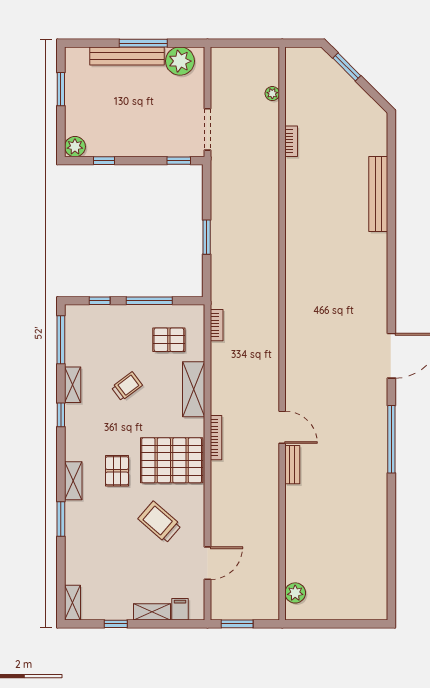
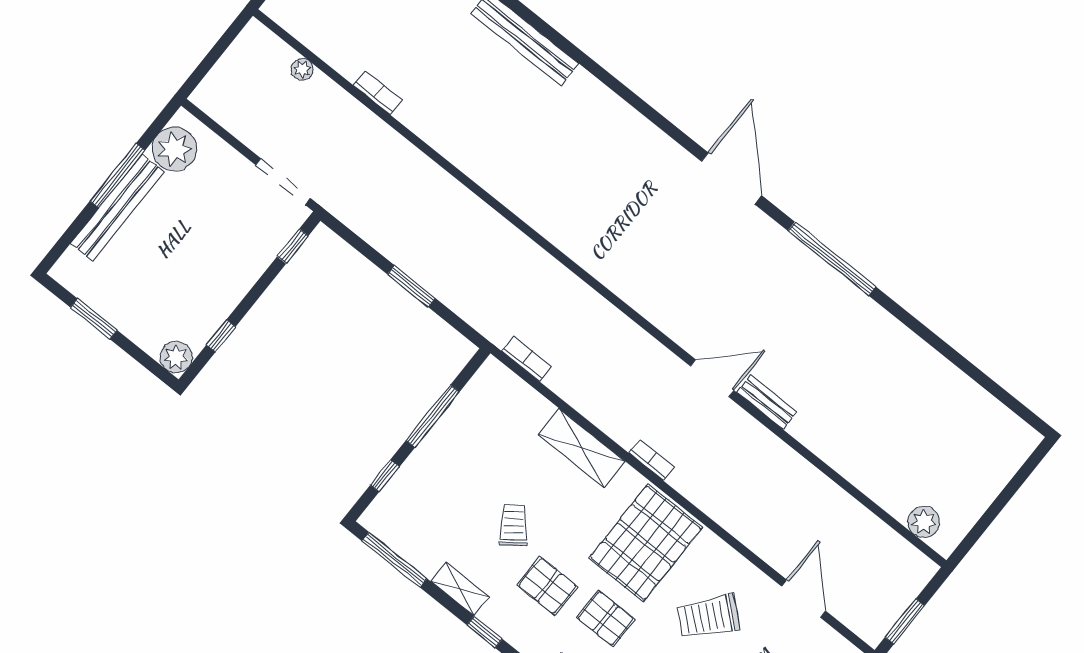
pallet: (169, 340) -> (547, 586), moved, turned 90
bookcase: (216, 438) -> (651, 460), width x0.64

